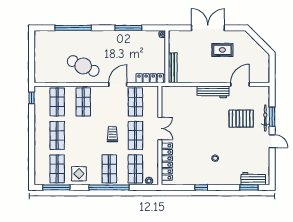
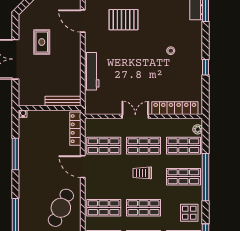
workbench: (213, 92) -> (92, 71), moved
pallet: (241, 119) -> (124, 20), turned 90
shop shelf: (83, 135) -> (144, 208), added

